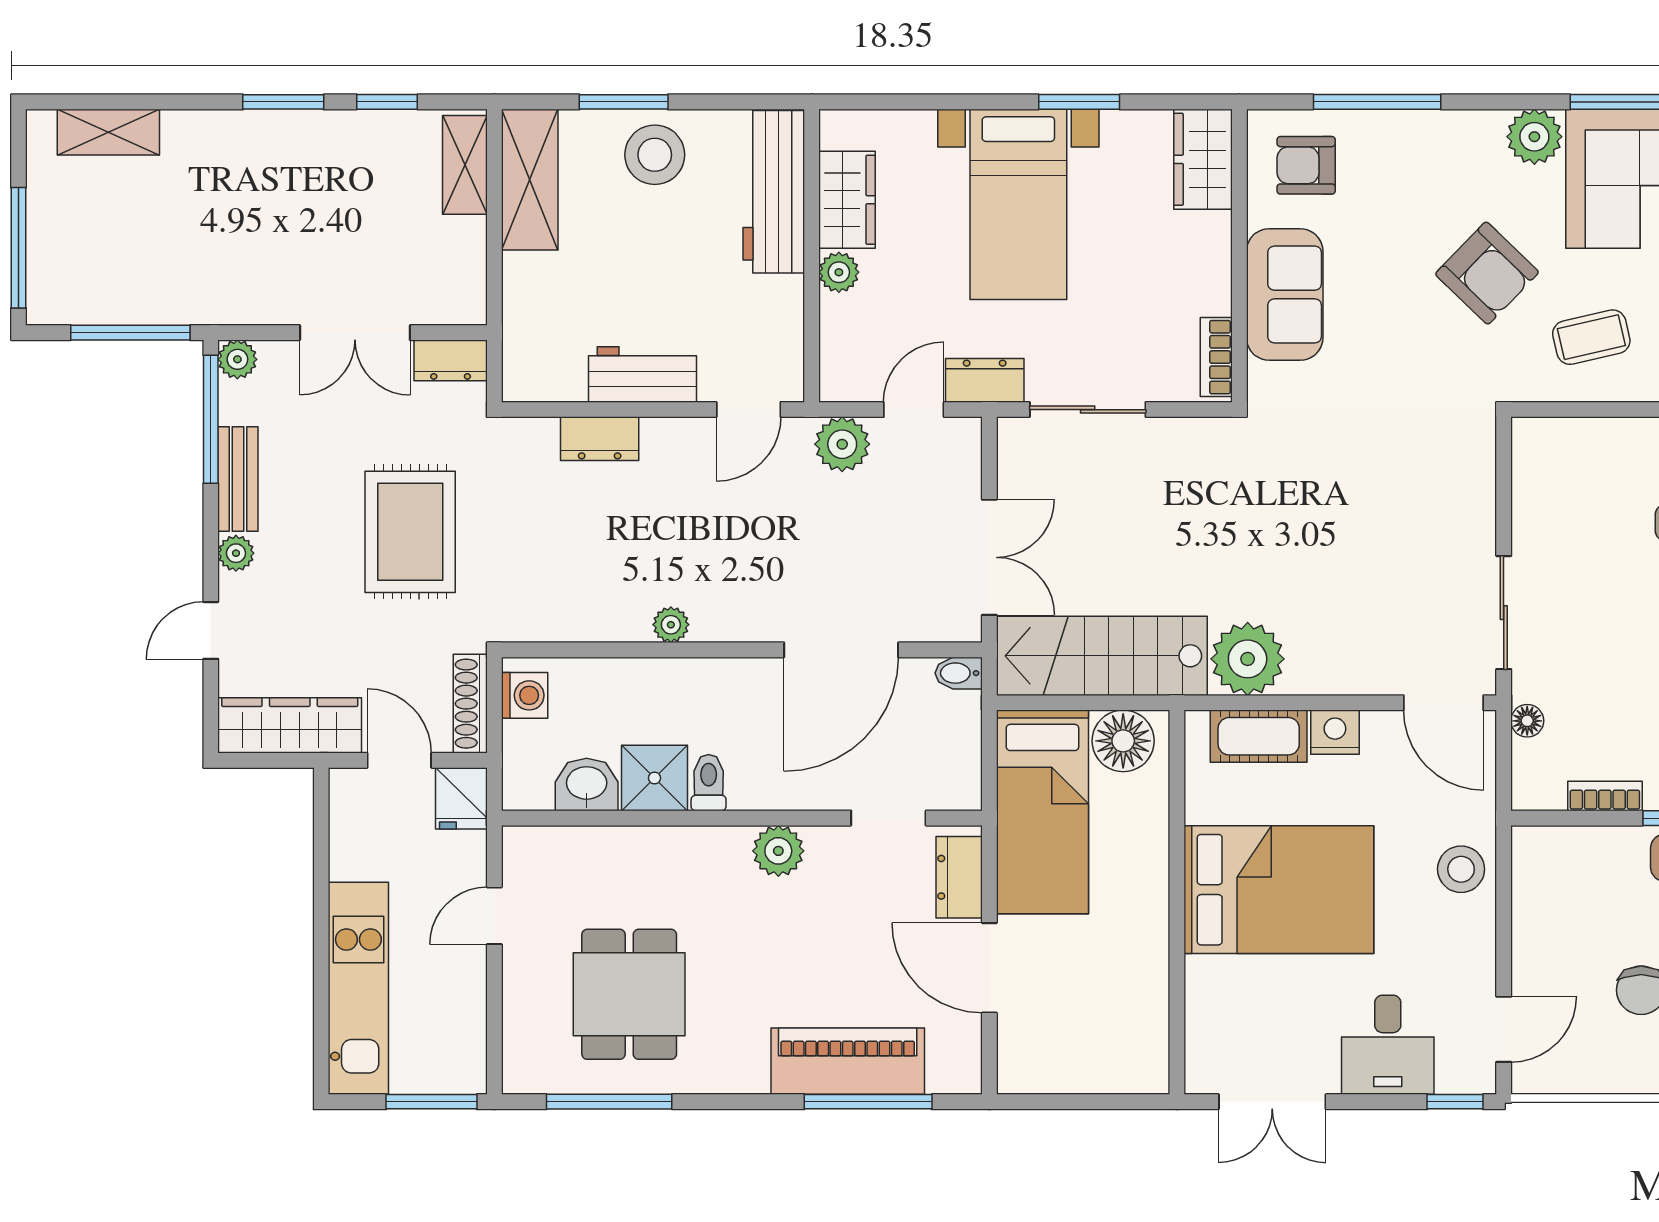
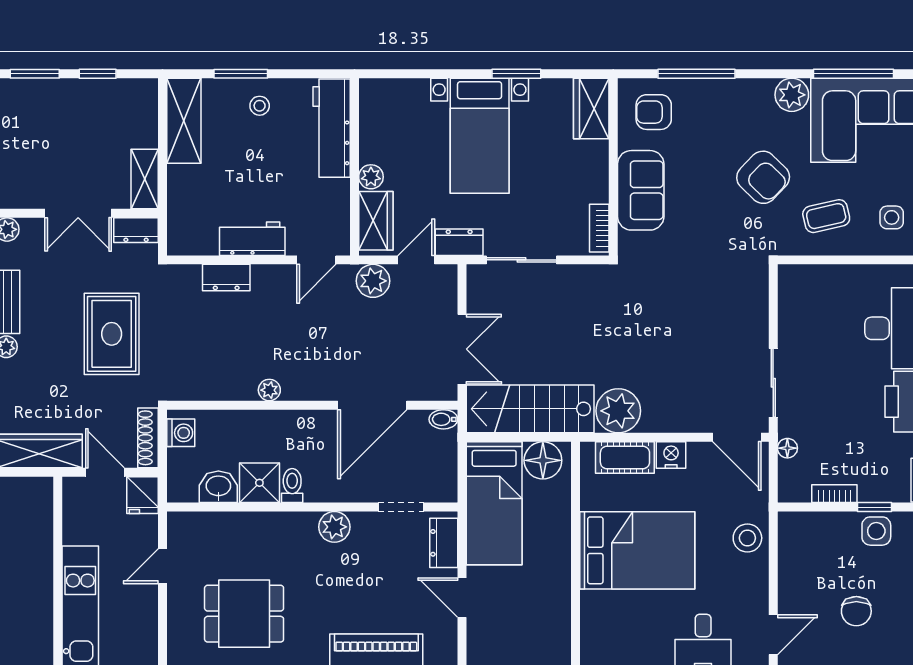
stool: (655, 155) -> (260, 106), width x0.53, depth x0.53
shelving: (465, 165) -> (145, 179), moved
wardrobe: (847, 200) -> (376, 221), moved
door: (989, 968) -> (462, 598), width x0.73
dining table: (629, 994) -> (244, 614), turned 90

